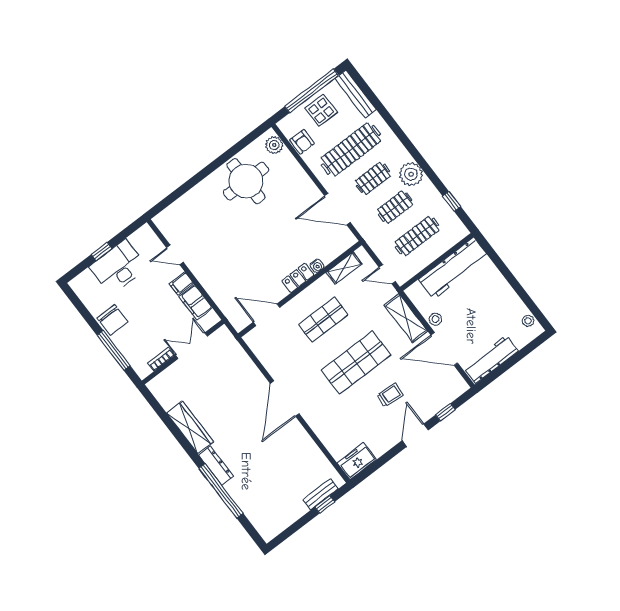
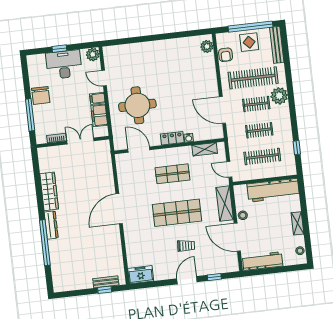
plant: (411, 174) -> (279, 96), moved
round table: (246, 181) -> (137, 105), moved
plant: (145, 235) -> (93, 54), added
shelving: (506, 290) -> (297, 223), added

